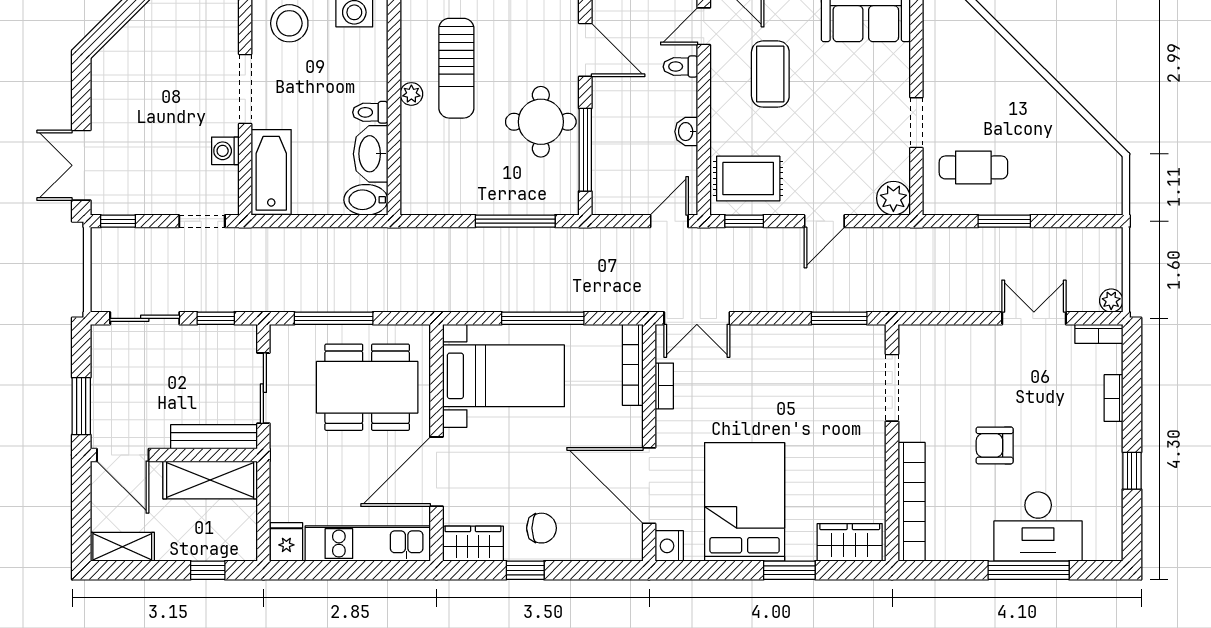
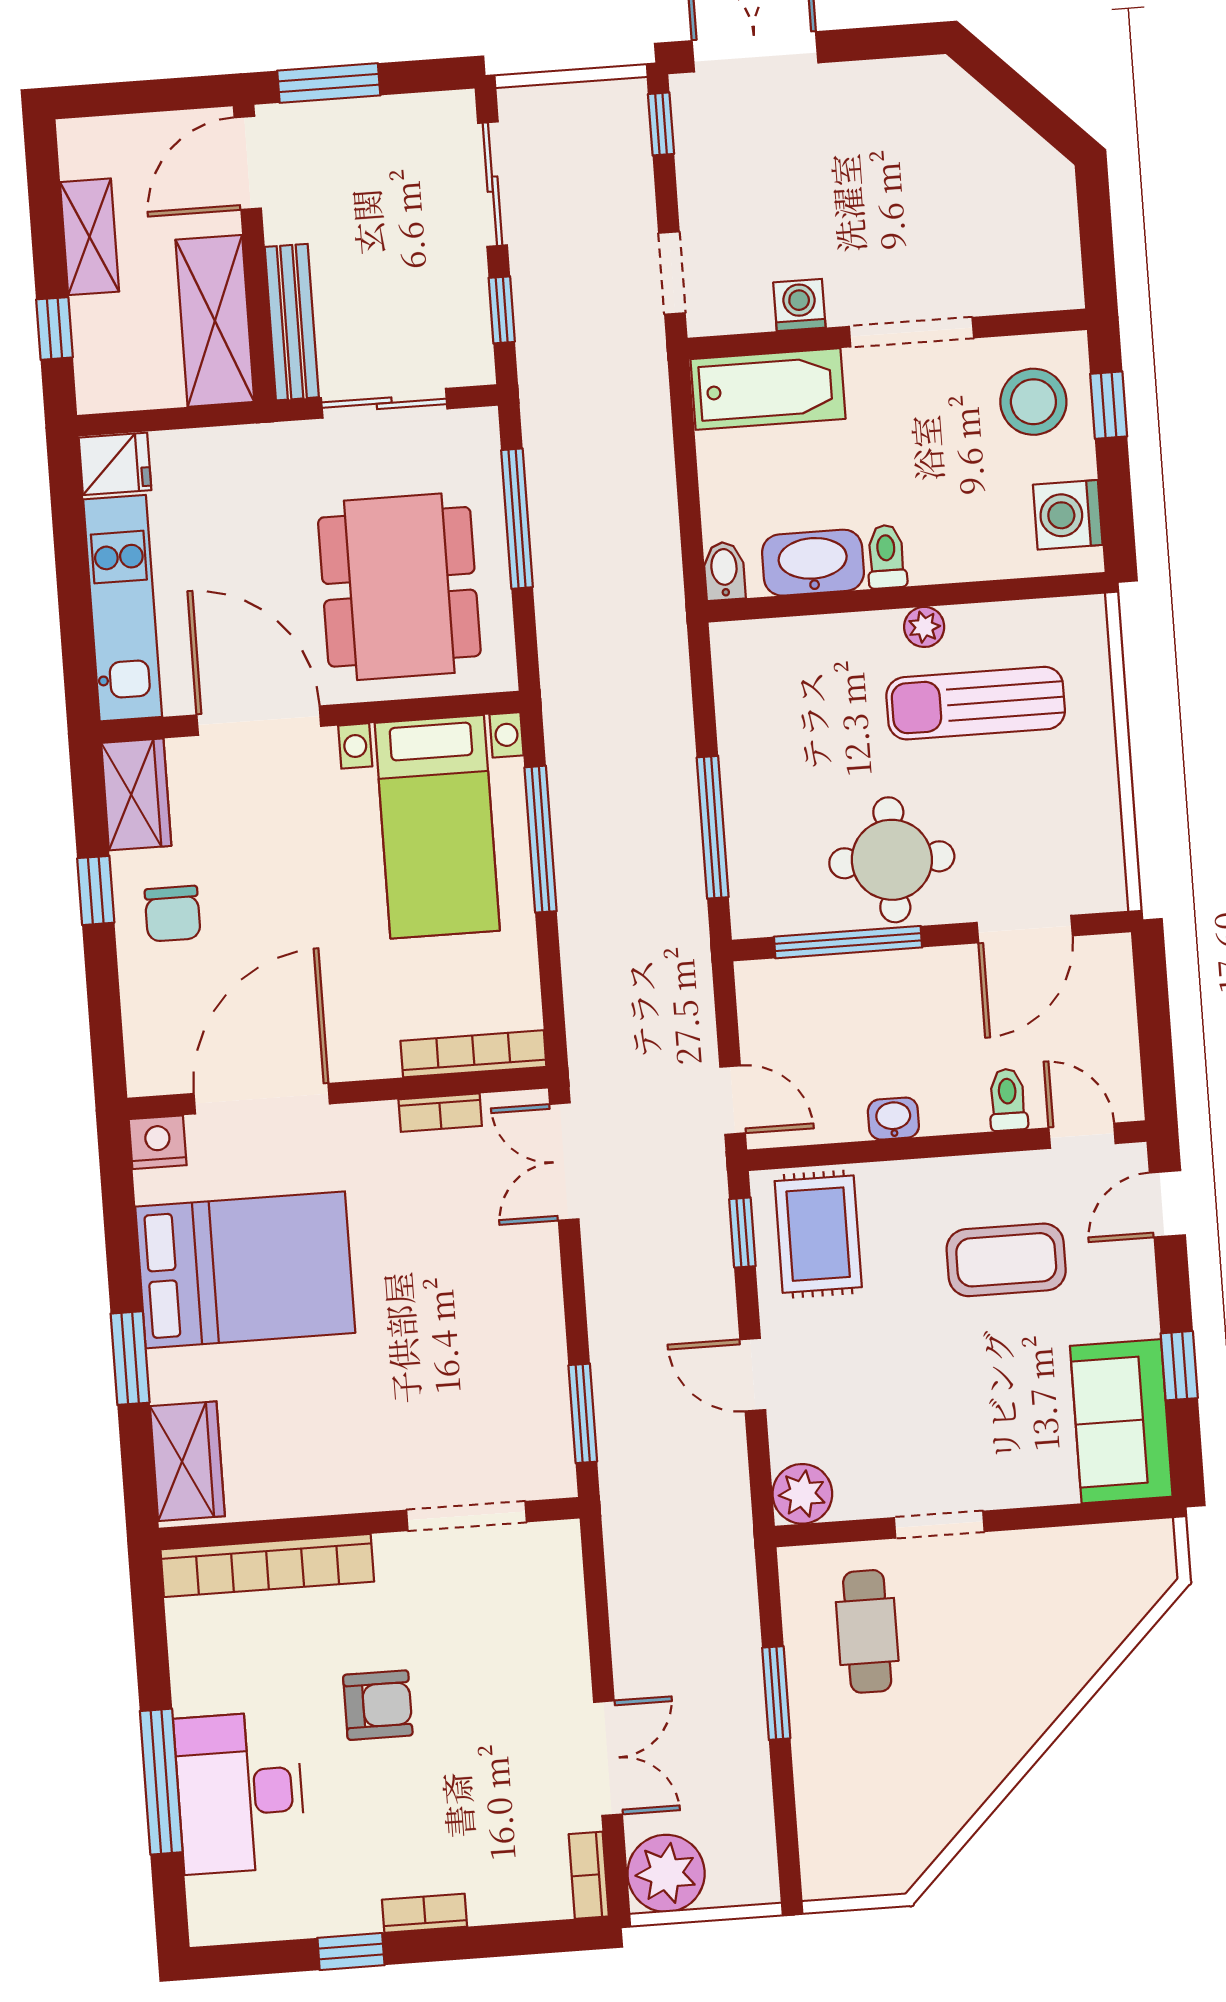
bidet: (366, 200) -> (724, 571), width x0.72, depth x0.74
plant: (1111, 301) -> (666, 1873), width x1.88, depth x1.88
window: (543, 318) -> (541, 839), moved
bookcase: (1113, 398) -> (425, 1913), moved
armchair: (995, 445) -> (378, 1705), turned 90
shelving: (122, 547) -> (90, 237), moved

